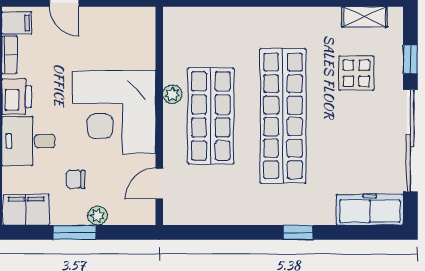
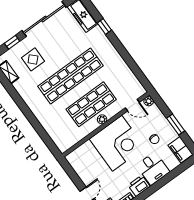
plant: (172, 94) -> (102, 119), moved
plant: (98, 216) -> (149, 101), moved
window: (298, 232) -> (104, 26), moved

